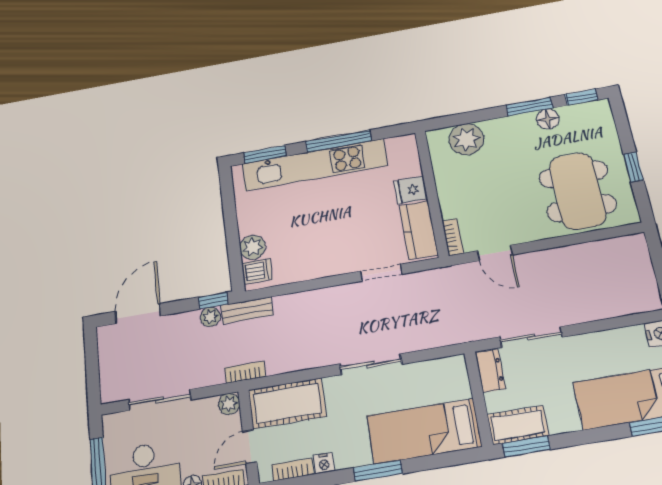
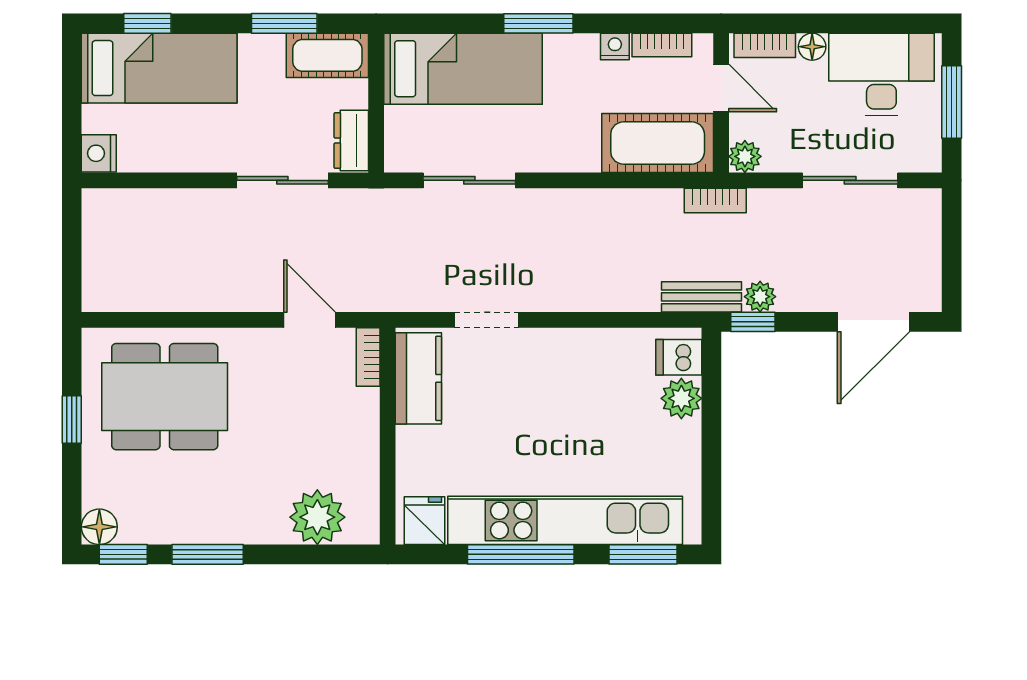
floor lamp: (548, 119) -> (99, 527), moved
fridge: (411, 190) -> (425, 521), moved, turned -90
dining table: (578, 191) -> (165, 397), turned 90
sliding door: (371, 364) -> (469, 180), moved
window: (526, 446) -> (284, 23), moved
door: (250, 447) -> (721, 88), hinge flipped

